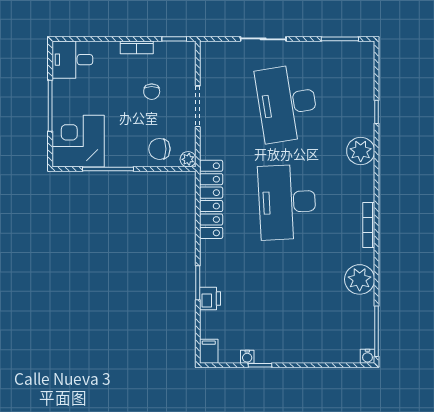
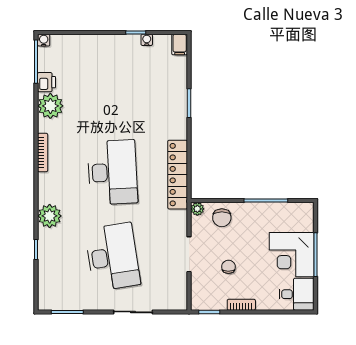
corner desk: (78, 141) -> (292, 255), moved, turned 90
chair: (159, 149) -> (222, 218), turned 90
printer: (210, 299) -> (47, 82), moved, turned 180

